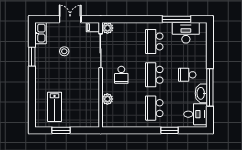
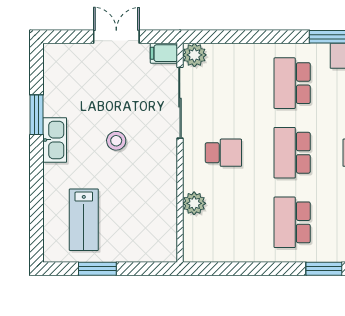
kitchen sink: (41, 33) -> (55, 140), moved
stool: (64, 51) -> (116, 141), moved
school desk: (121, 75) -> (223, 153), turned -90

